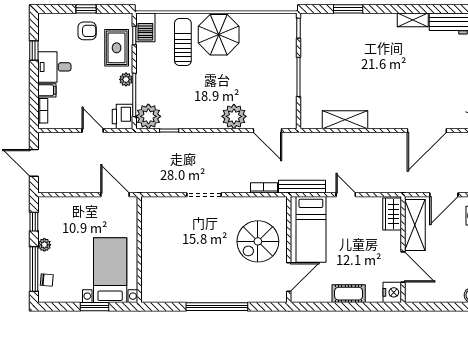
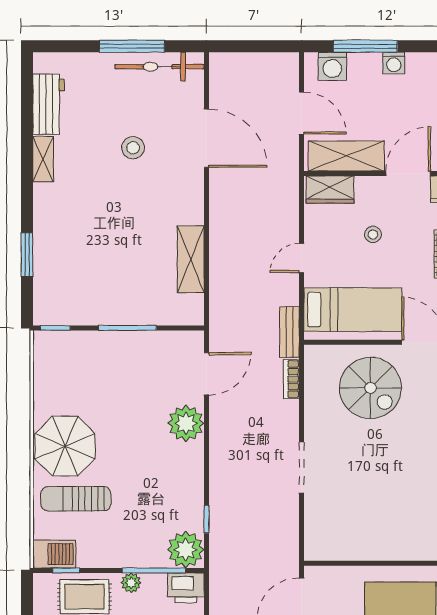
stool: (420, 81) -> (133, 148), added
bench: (302, 187) -> (289, 332), width x0.73
stool: (362, 243) -> (373, 234), added

